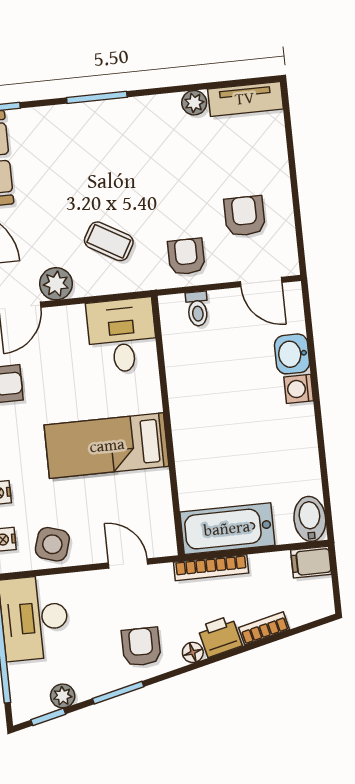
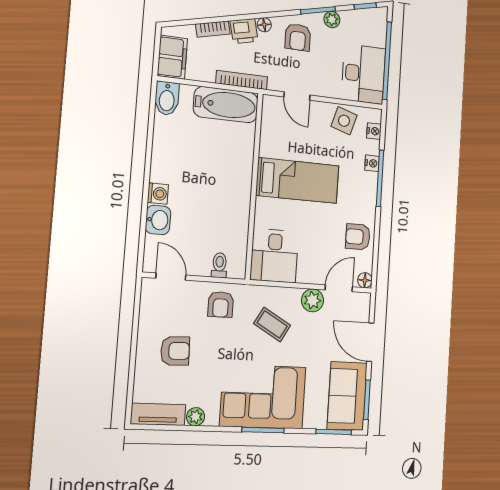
corner sofa: (105, 142) -> (263, 397), added
armchair: (245, 216) -> (175, 351), moved, turned -92
filing cabinet: (311, 562) -> (172, 57), width x2.00
plant: (63, 696) -> (332, 20), moved

